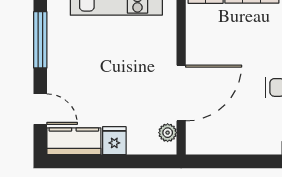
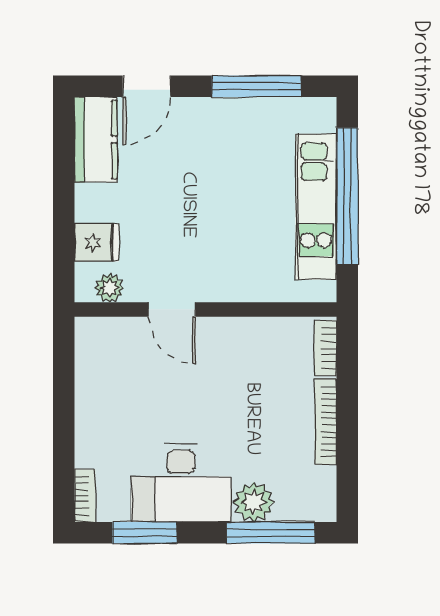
door: (181, 93) -> (172, 309), width x0.53
fridge: (114, 141) -> (97, 243), moved

